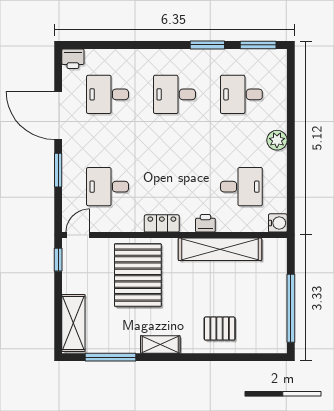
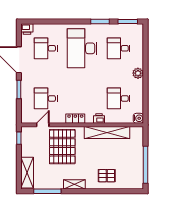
desk: (174, 94) -> (82, 48), width x1.87, depth x1.30
desk: (241, 187) -> (119, 98), turned 180
door: (78, 235) -> (43, 125), moved

